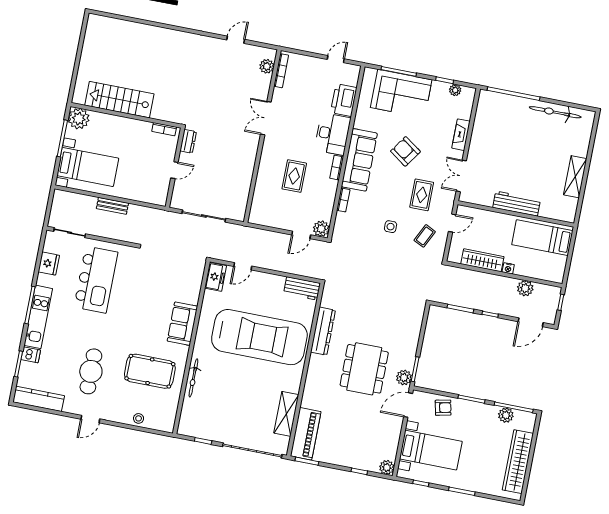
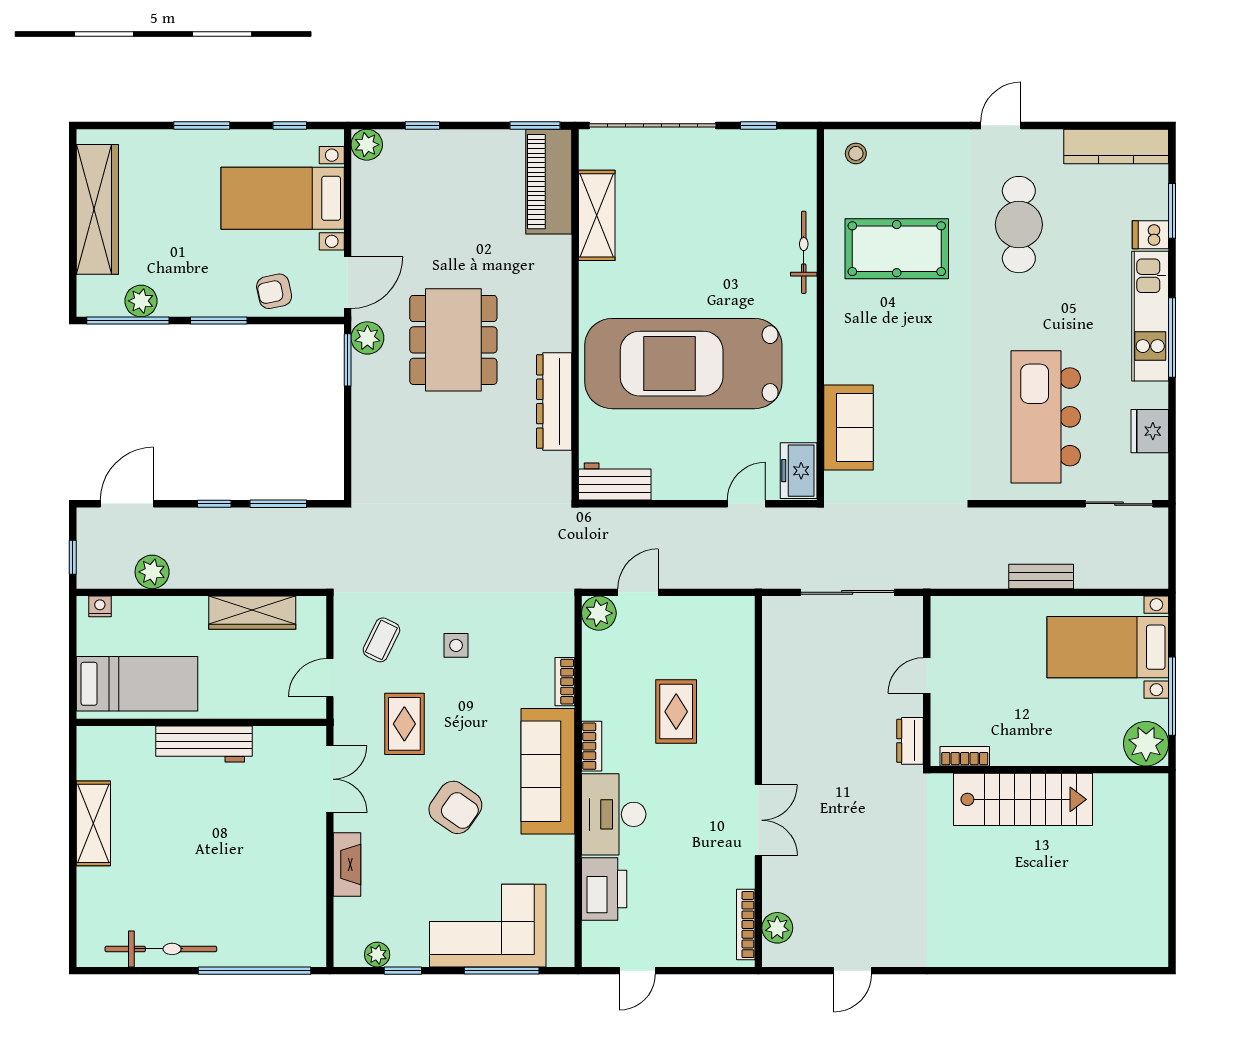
stairs: (119, 100) -> (1023, 799), moved
nightstand: (508, 268) -> (100, 606), moved
sofa: (182, 324) -> (849, 427), moved
stool: (139, 418) -> (856, 153), moved

